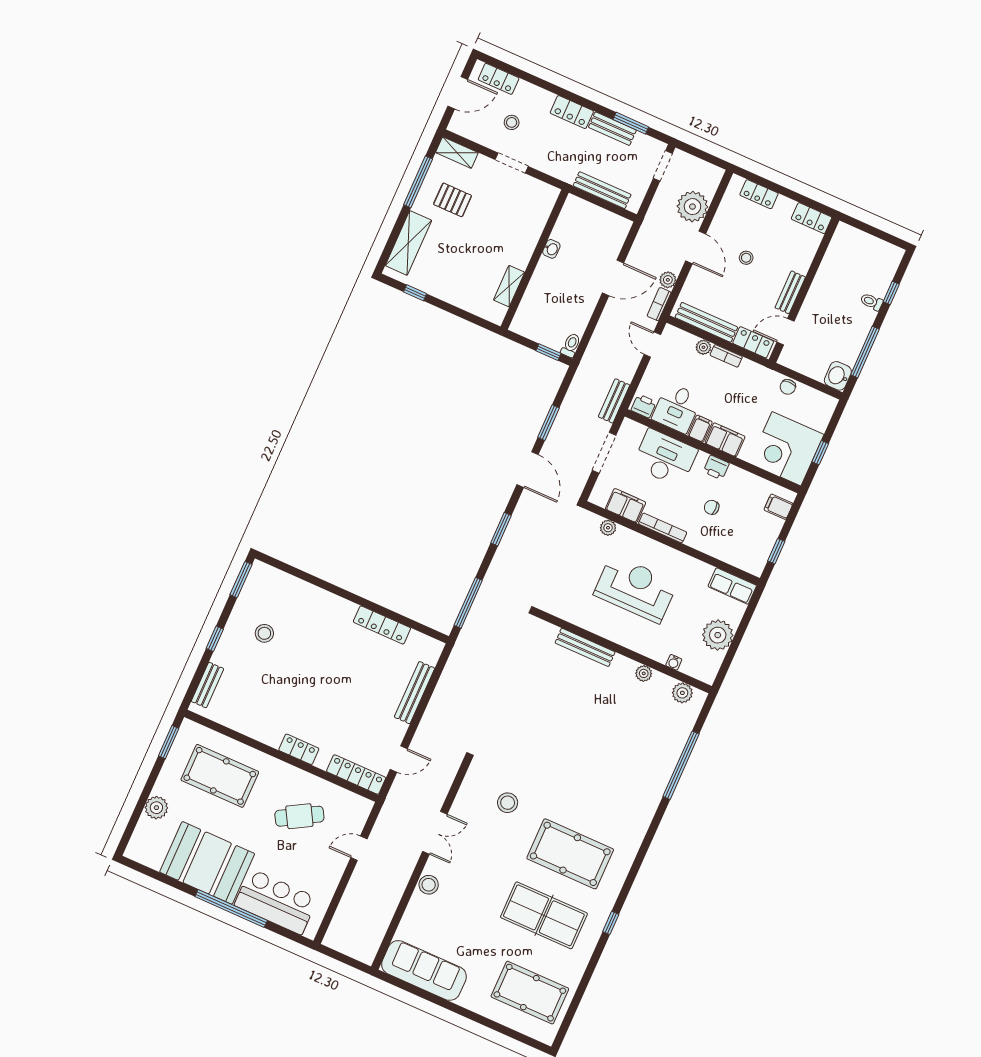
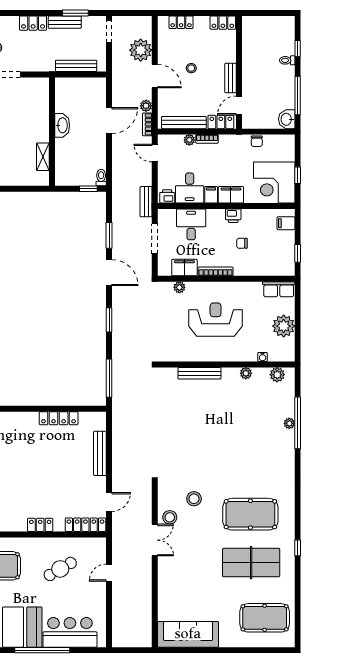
washbasin: (551, 249) -> (62, 125), width x1.91, depth x1.45
desk: (665, 458) -> (191, 224), width x0.73
plant: (670, 761) -> (289, 423), added
stool: (429, 885) -> (170, 517), moved

